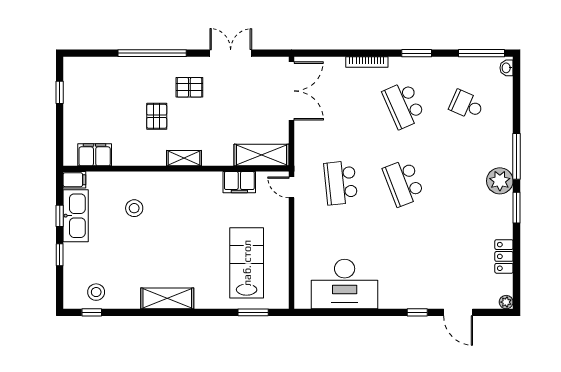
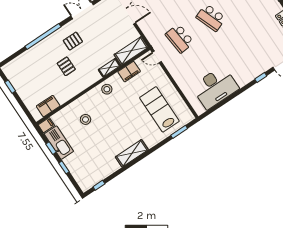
shelving: (184, 158) -> (109, 68), moved
stool: (96, 292) -> (107, 89), moved

